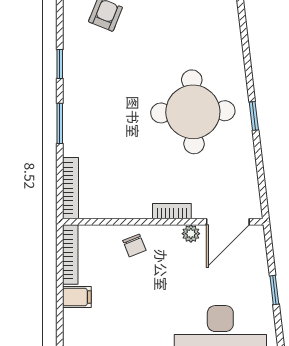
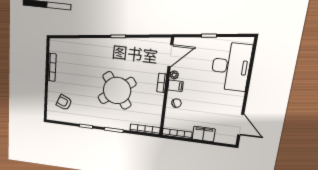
round table: (193, 112) -> (117, 91), moved, turned -35
door: (228, 222) -> (170, 56), hinge flipped
filing cabinet: (169, 239) -> (175, 86), added
filing cabinet: (77, 297) -> (204, 134), width x2.00

